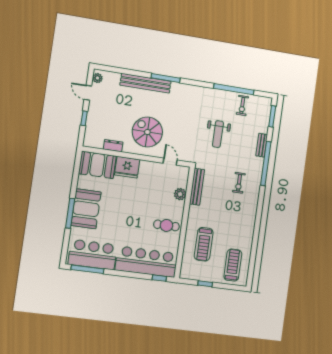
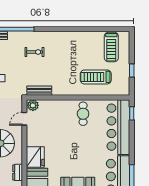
bench: (197, 187) -> (39, 91), width x0.73
plant: (180, 194) -> (33, 105), moved
treadmill: (204, 244) -> (96, 77), turned 180
treadmill: (233, 265) -> (111, 47), turned -90

